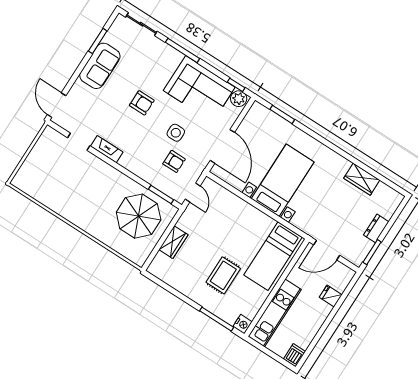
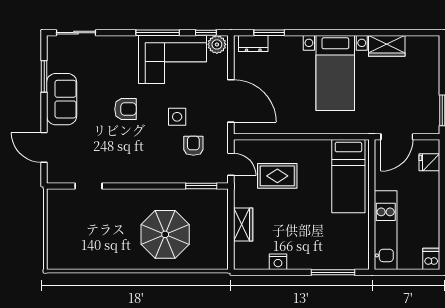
window: (182, 50) -> (158, 33), moved
door: (57, 105) -> (44, 147), moved
fireplace: (107, 149) -> (120, 176), removed
armchair: (174, 161) -> (193, 146), turned -90
bed with nightstands: (283, 180) -> (335, 73), moved, turned 180
parasol: (139, 216) -> (165, 234), moved
dresser: (376, 228) -> (253, 44), moved, turned -90
rug: (223, 275) -> (277, 176), moved, turned 90
fridge: (331, 296) -> (429, 162), moved
nightstand: (242, 324) -> (278, 262), moved, turned 90

